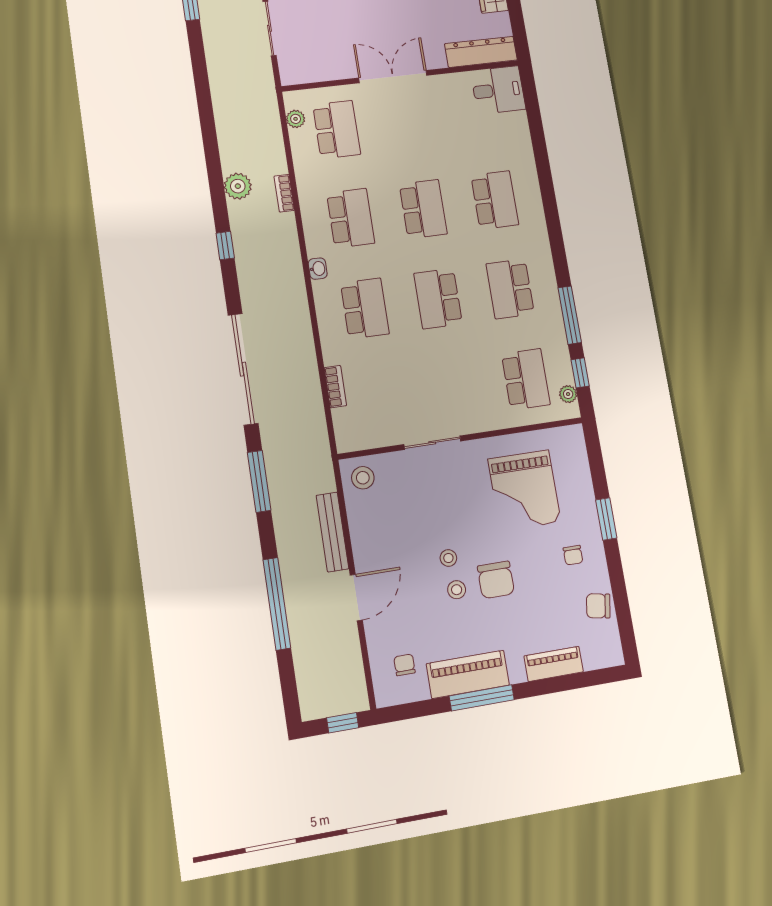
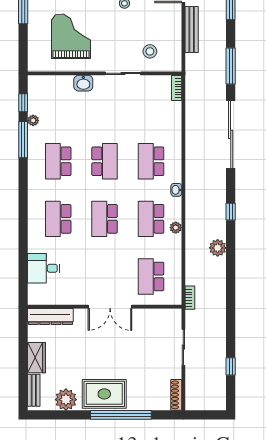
desk: (498, 90) -> (44, 268), moved
plant: (296, 119) -> (176, 228), moved
bookcase: (284, 193) -> (190, 298), moved
school desk: (510, 289) -> (58, 161), turned 180
school desk: (526, 379) -> (58, 104), removed
bookcase: (335, 387) -> (177, 88), moved
plant: (568, 394) -> (33, 120), moved
washbasin: (492, 418) -> (83, 83), added
stool: (363, 478) -> (150, 51), moved

